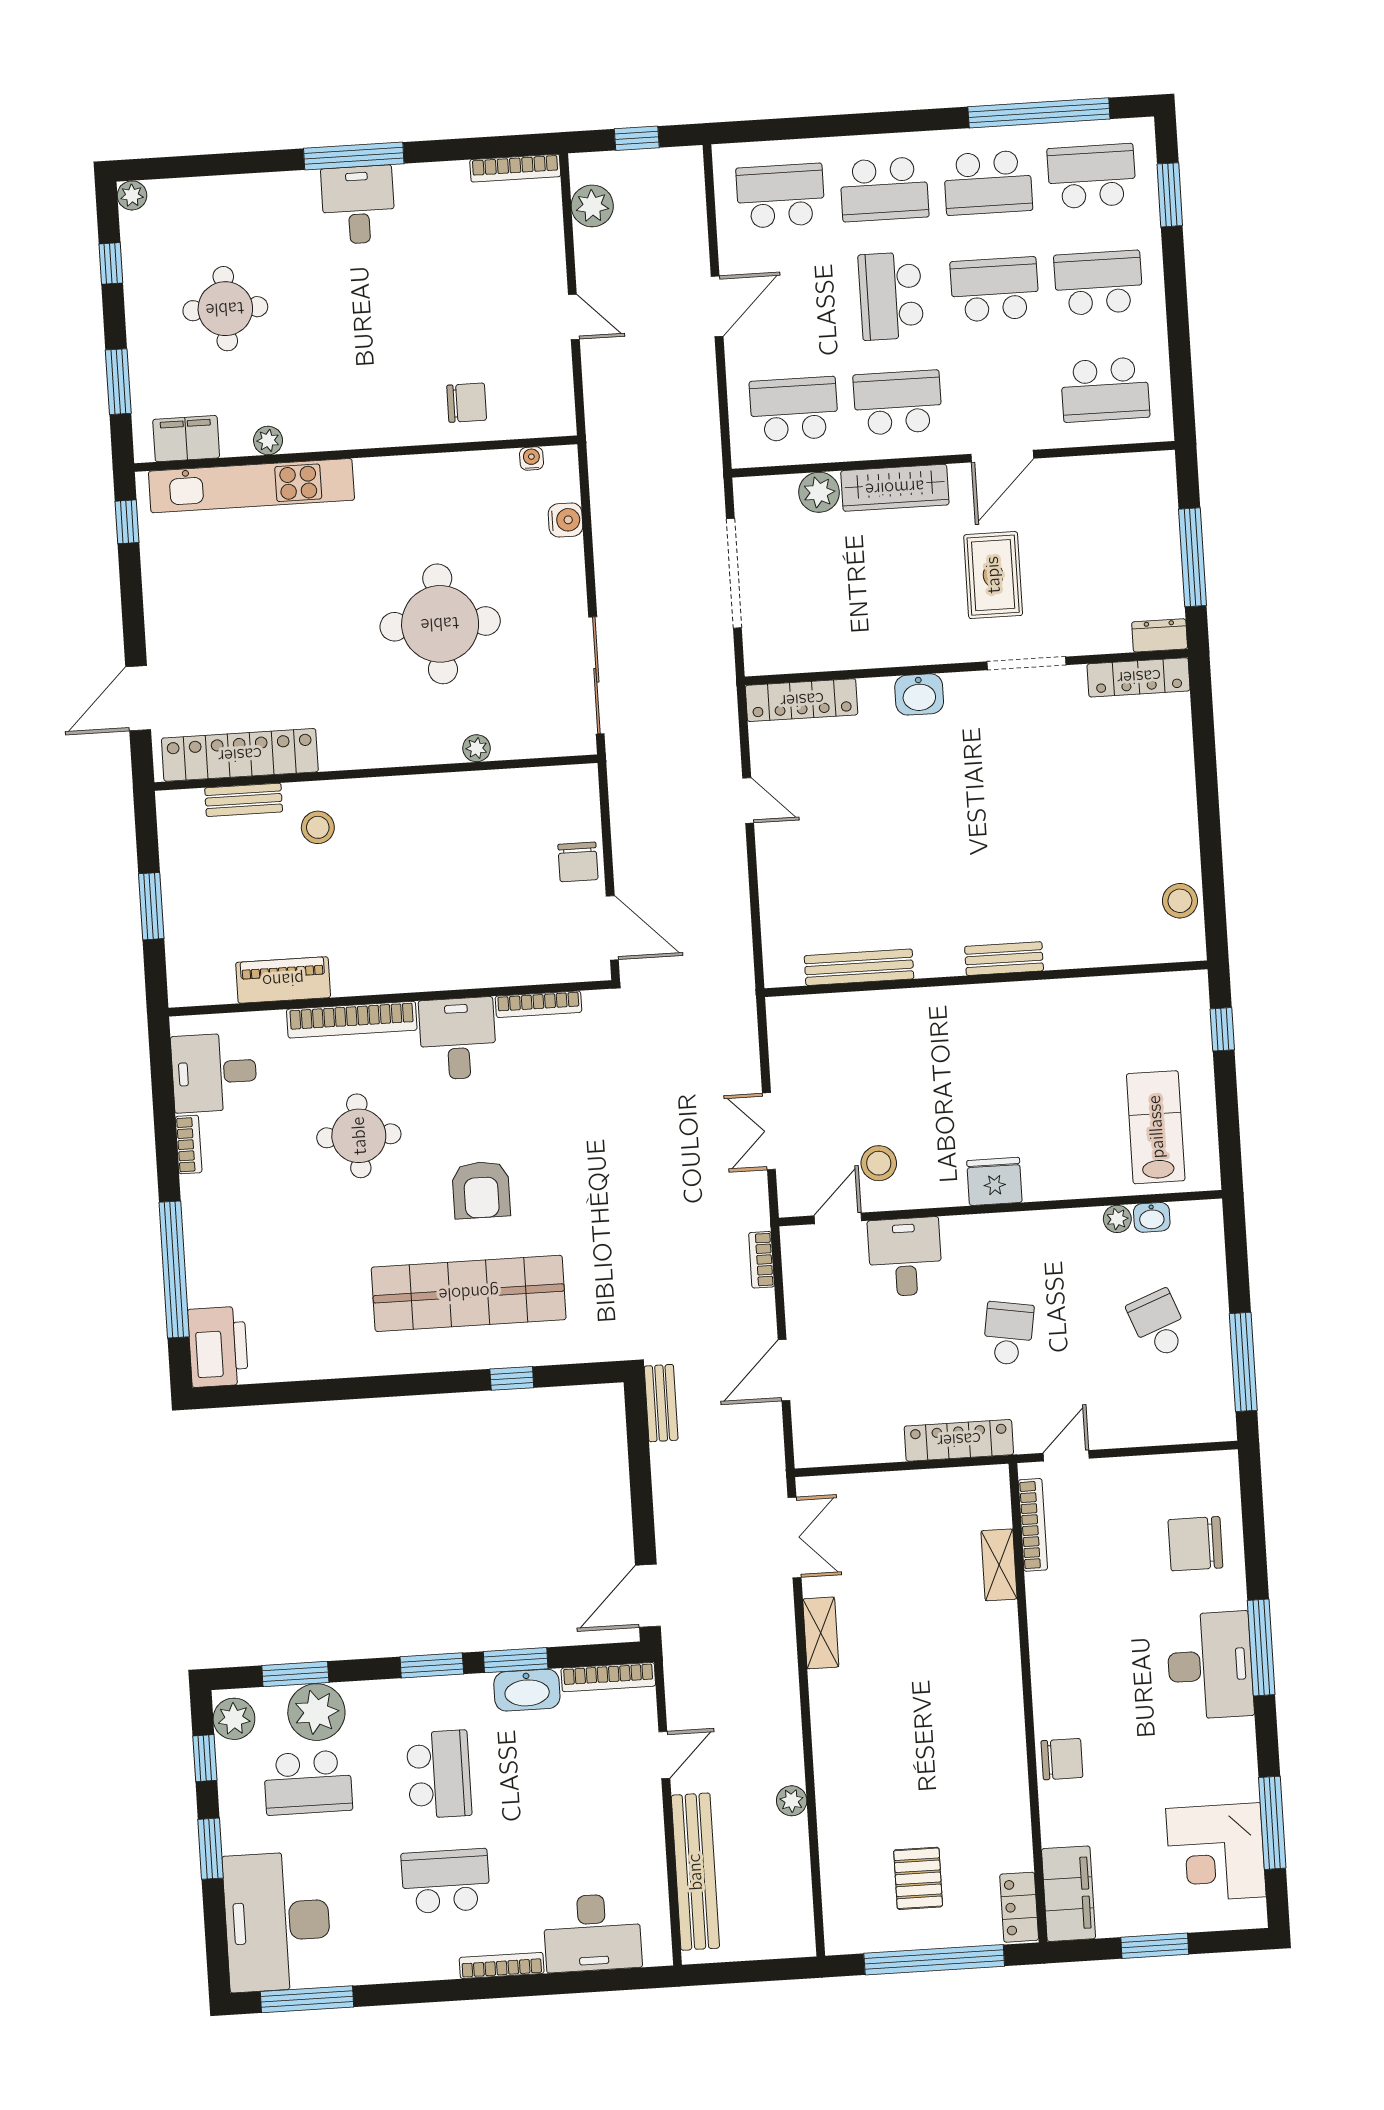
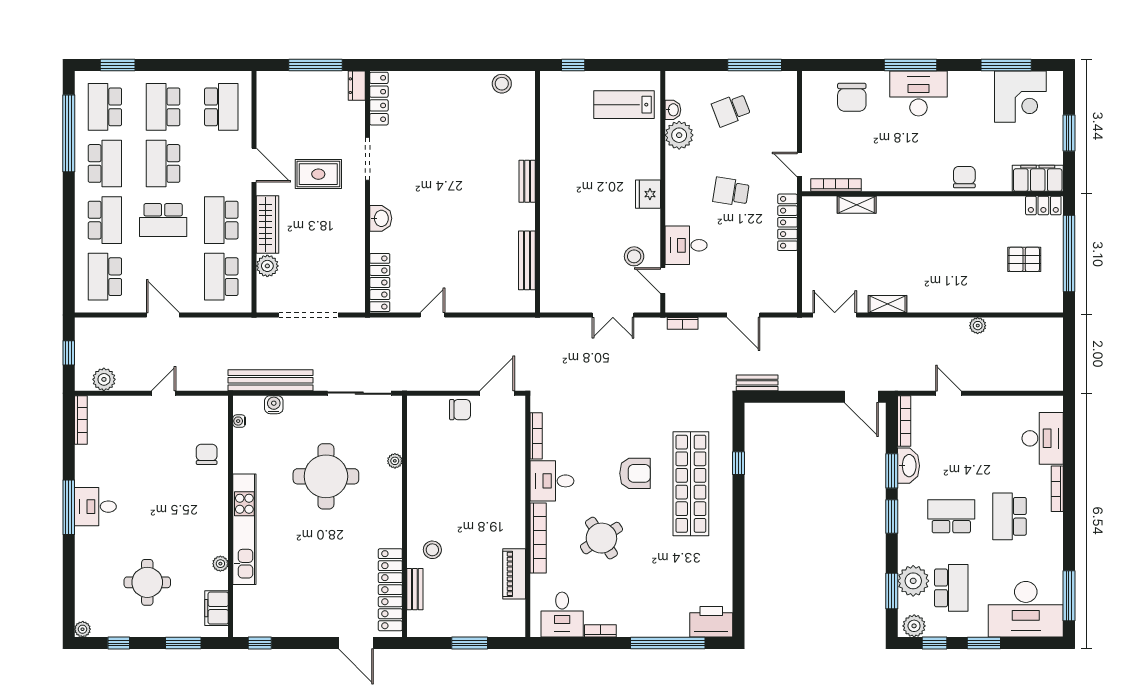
kitchen unit: (251, 486) -> (244, 529), moved
round table: (359, 1136) -> (601, 538), turned -33
plant: (1117, 1219) -> (679, 135), width x1.88, depth x1.88
bench: (695, 1872) -> (271, 380), moved

